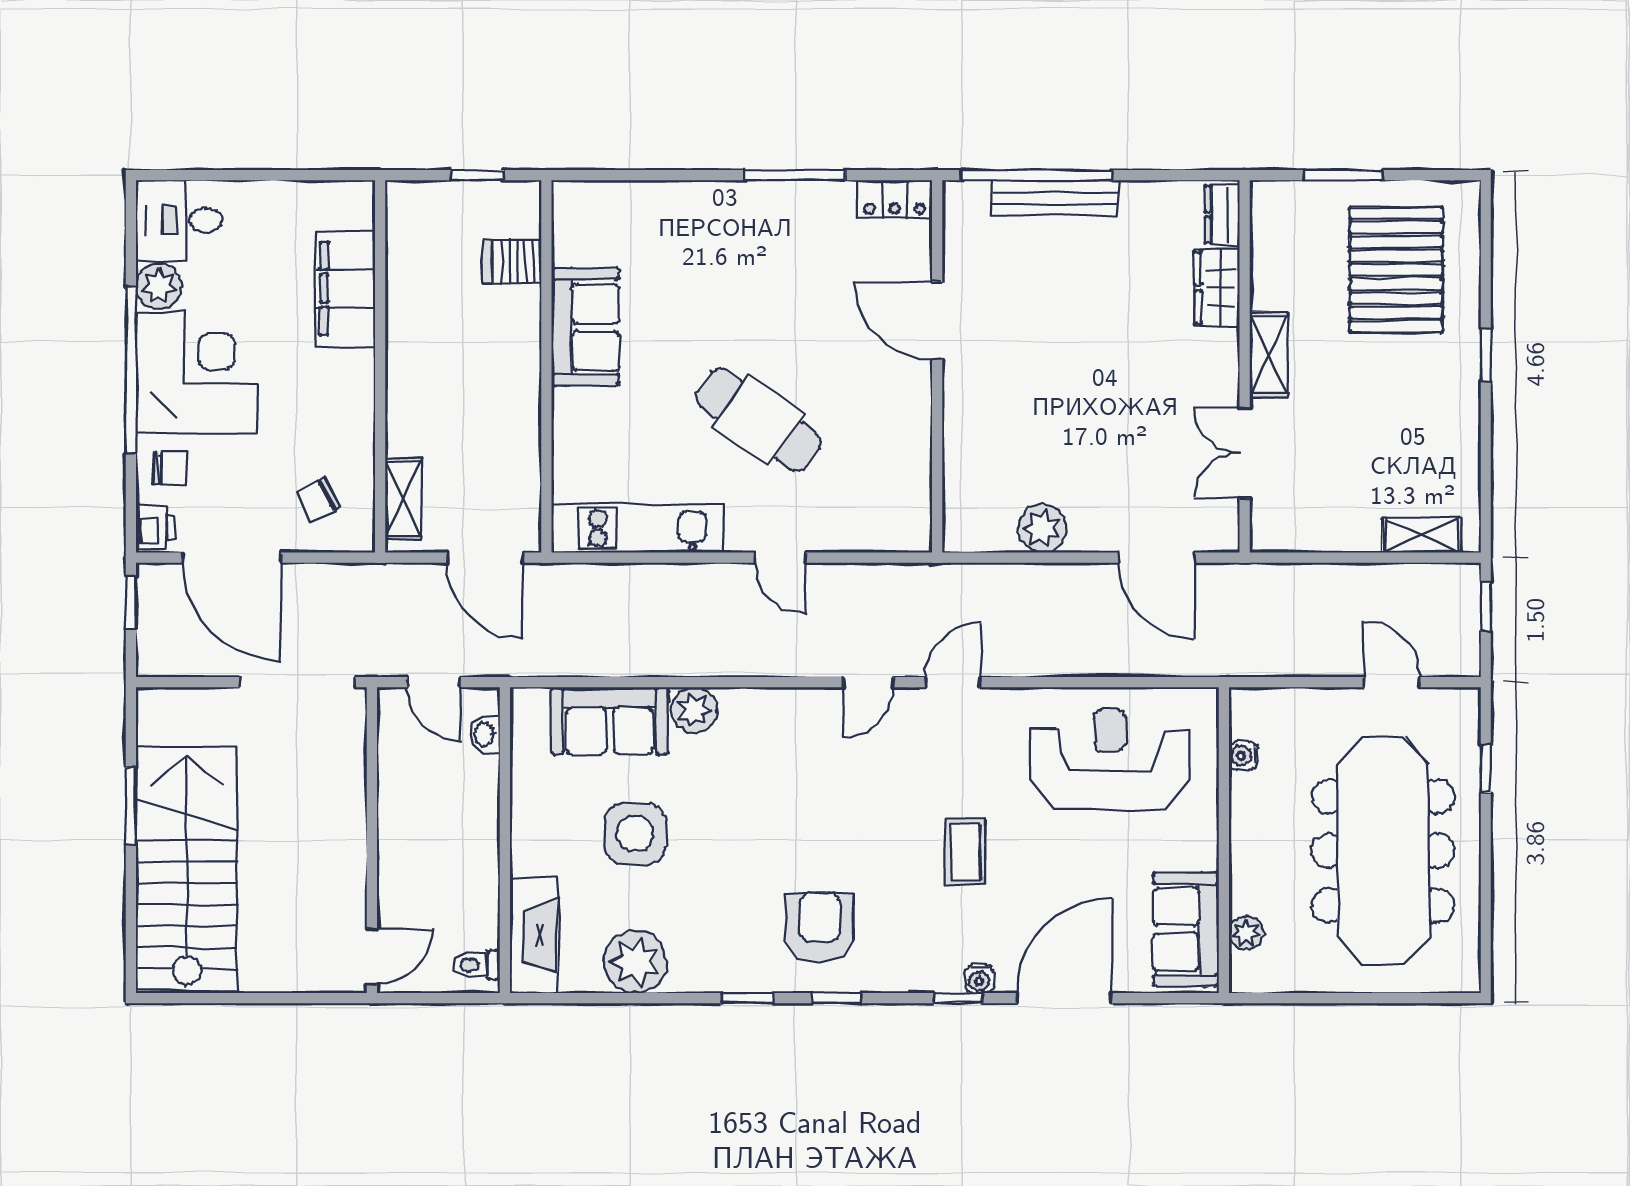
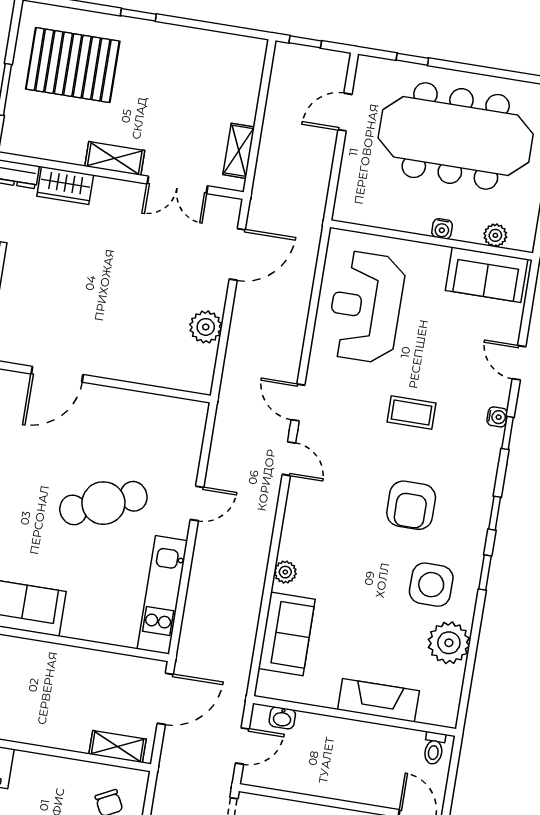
cafe table: (758, 420) -> (103, 503), turned 33
shelving: (1421, 535) -> (239, 151), moved
plant: (694, 710) -> (285, 572), width x0.73, depth x0.73
water cooler: (1243, 756) -> (442, 229), moved
side table: (635, 834) -> (431, 585), moved
armchair: (819, 927) -> (411, 505), moved, turned -90
fireplace: (534, 935) -> (378, 700), moved
door: (1064, 998) -> (519, 363), width x0.53

